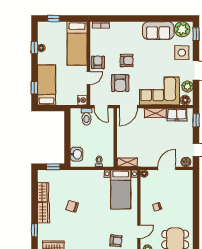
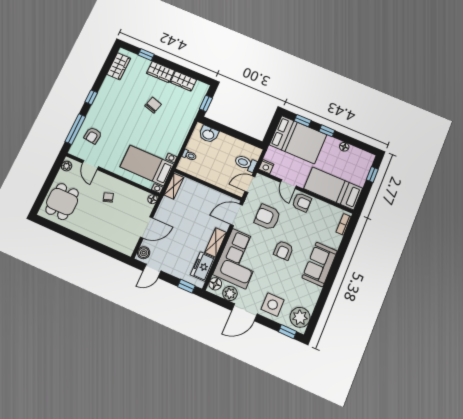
sofa: (158, 31) -> (320, 264), moved
window: (34, 47) -> (327, 131), moved
armchair: (127, 61) -> (284, 250), moved
bed: (47, 85) -> (298, 140), width x1.50
door: (128, 107) -> (236, 215), hinge flipped
door: (167, 168) -> (147, 227), hinge flipped

